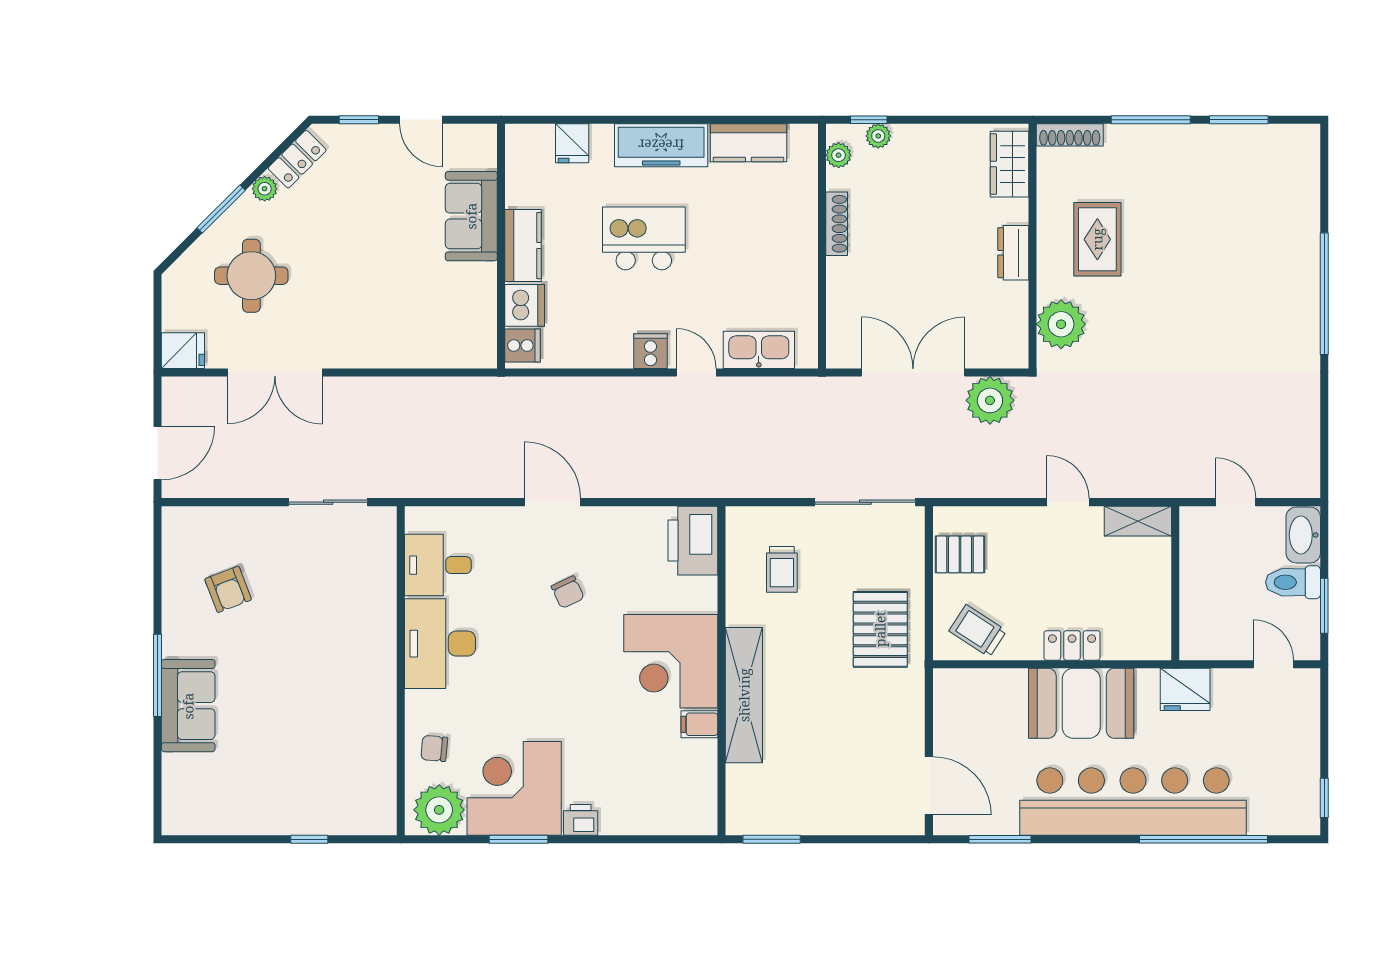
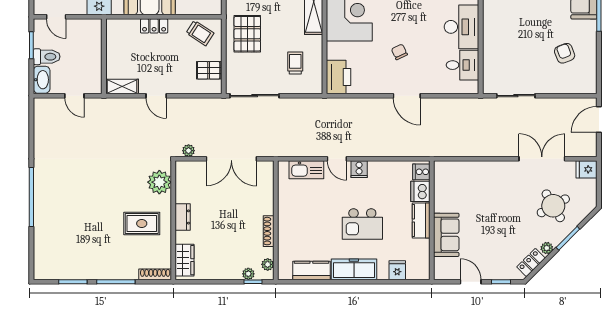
rug: (1097, 239) -> (142, 224), turned 90
round table: (251, 276) -> (553, 206), turned -30
plant: (990, 400) -> (189, 151), width x0.53, depth x0.53

